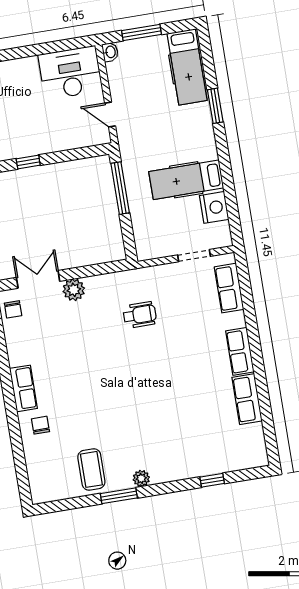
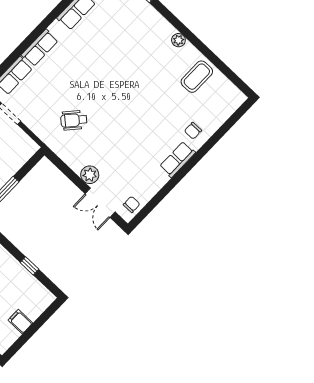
wheelchair: (140, 315) -> (74, 120), turned -49
row of seats: (240, 351) -> (40, 48), moved
window: (119, 496) -> (201, 46), removed

